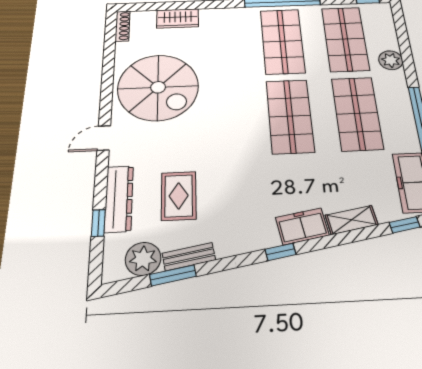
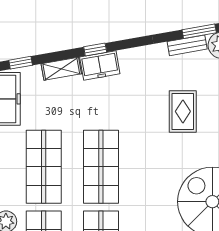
rug: (179, 196) -> (183, 111), moved
window: (280, 252) -> (95, 49), moved

